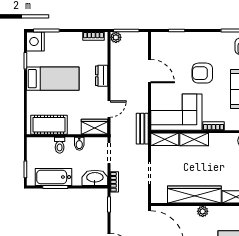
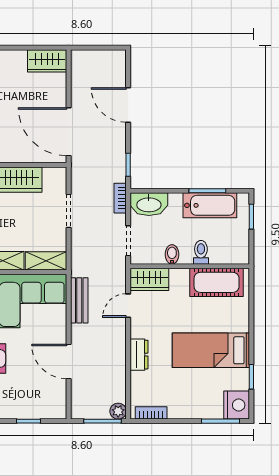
bench: (142, 129) -> (79, 300), moved

